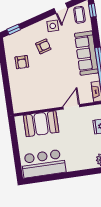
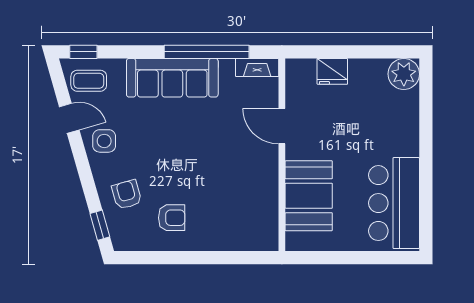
armchair: (43, 46) -> (127, 195), moved

